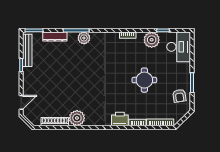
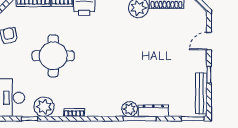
dresser: (55, 37) -> (153, 111), moved
round table: (144, 80) -> (53, 56), width x1.36, depth x1.36
door: (21, 102) -> (209, 41), moved

